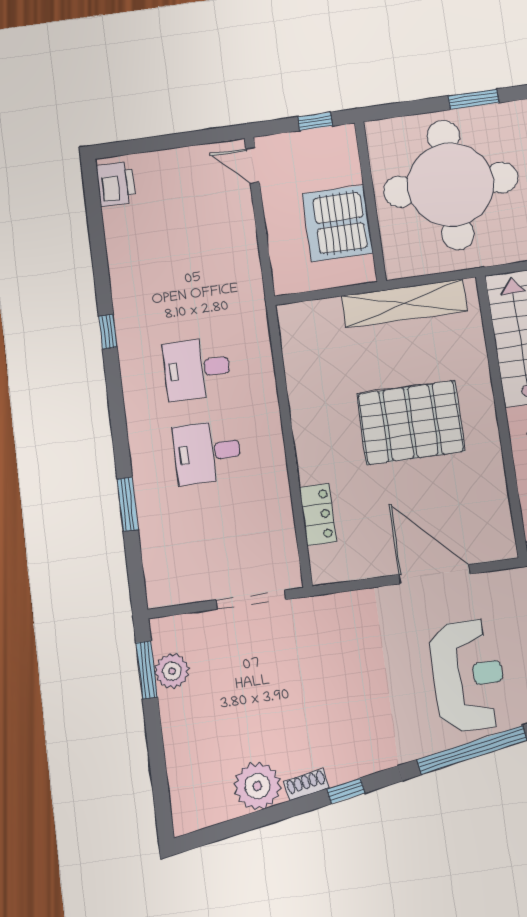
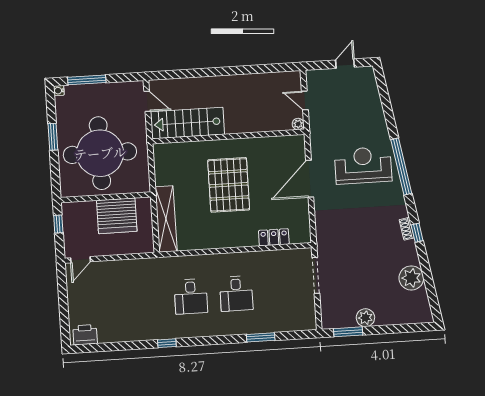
shelving: (404, 303) -> (166, 219), moved
plant: (172, 671) -> (365, 318), moved
shoe rack: (306, 785) -> (407, 229), moved

